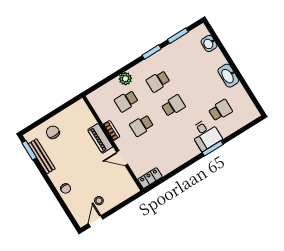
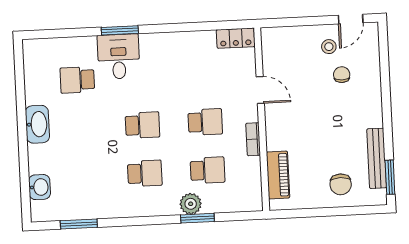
window: (152, 52) -> (197, 218), moved
school desk: (173, 106) -> (142, 125), turned 180
piano: (100, 138) -> (278, 175), moved
chair: (66, 188) -> (342, 75), moved

